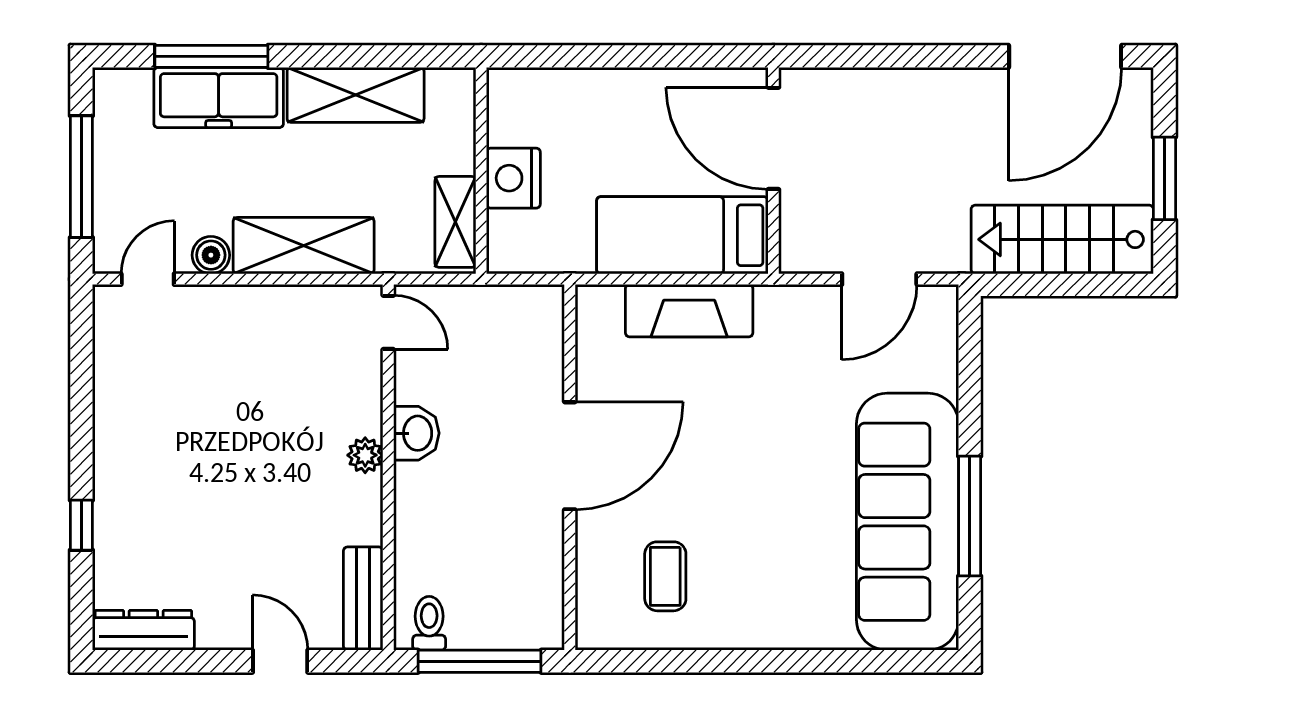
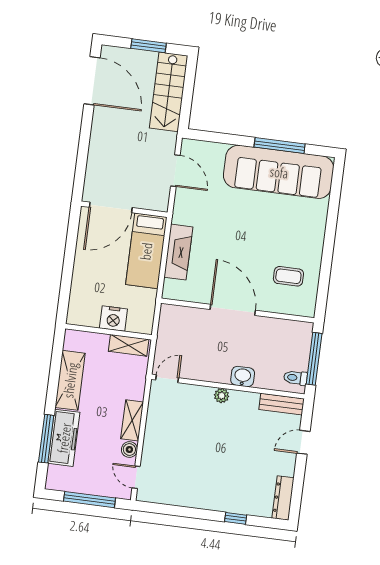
shelving: (304, 246) -> (132, 420), width x0.67, depth x0.75
washbasin: (416, 433) -> (243, 377), moved

